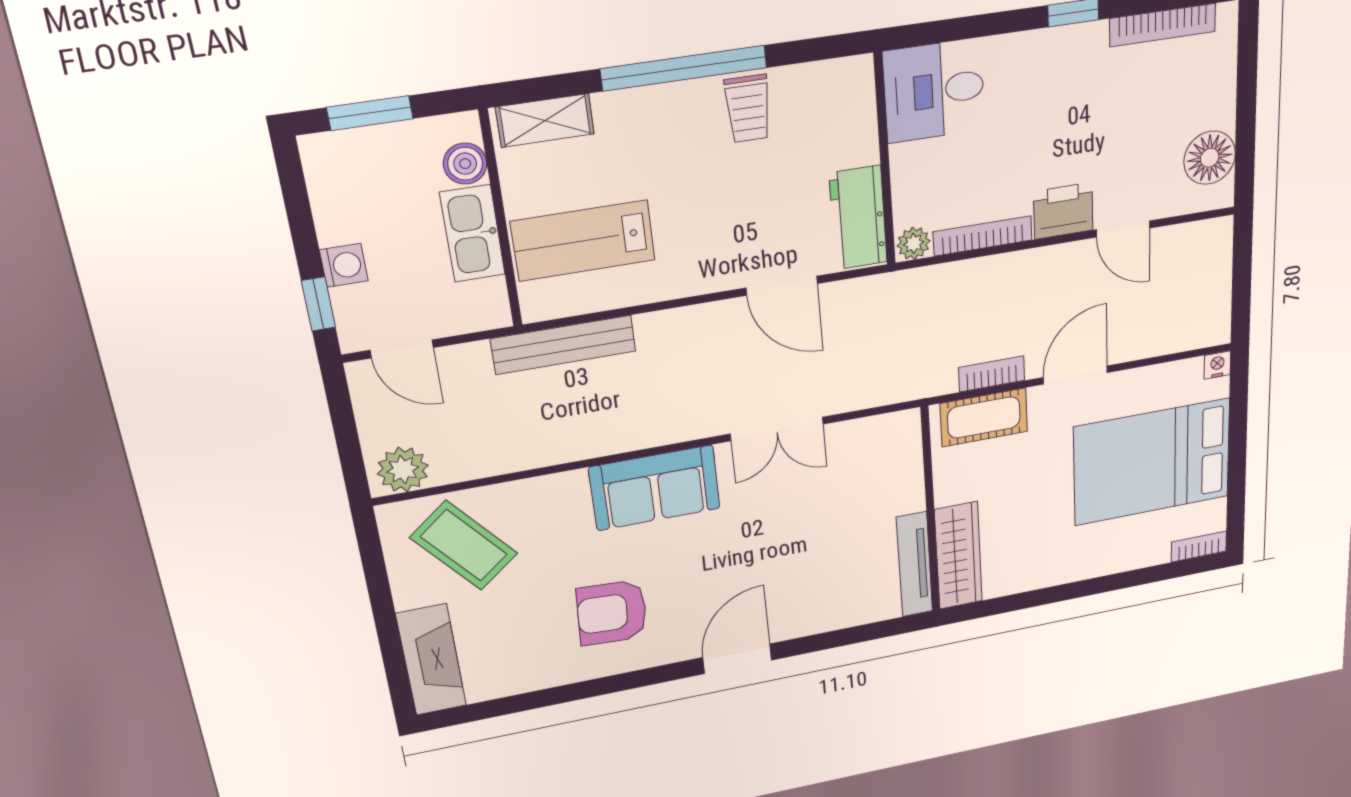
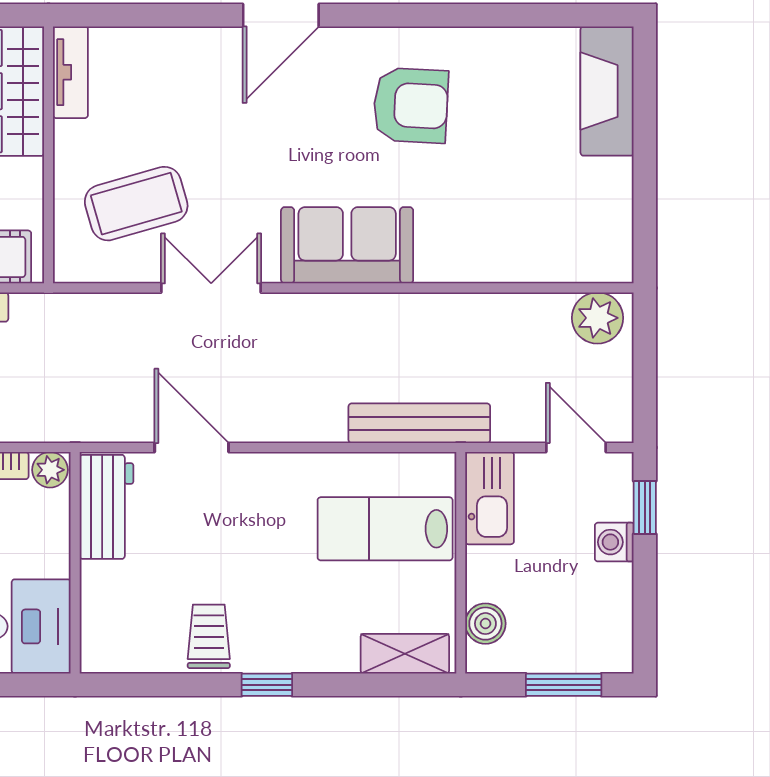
window: (684, 68) -> (267, 685), width x0.32
kitchen sink: (473, 234) -> (490, 498), moved
lab bench: (583, 241) -> (385, 529), turned 180
coffee table: (464, 545) -> (136, 204), moved, turned -67
tv unit: (914, 565) -> (70, 72), width x0.71

